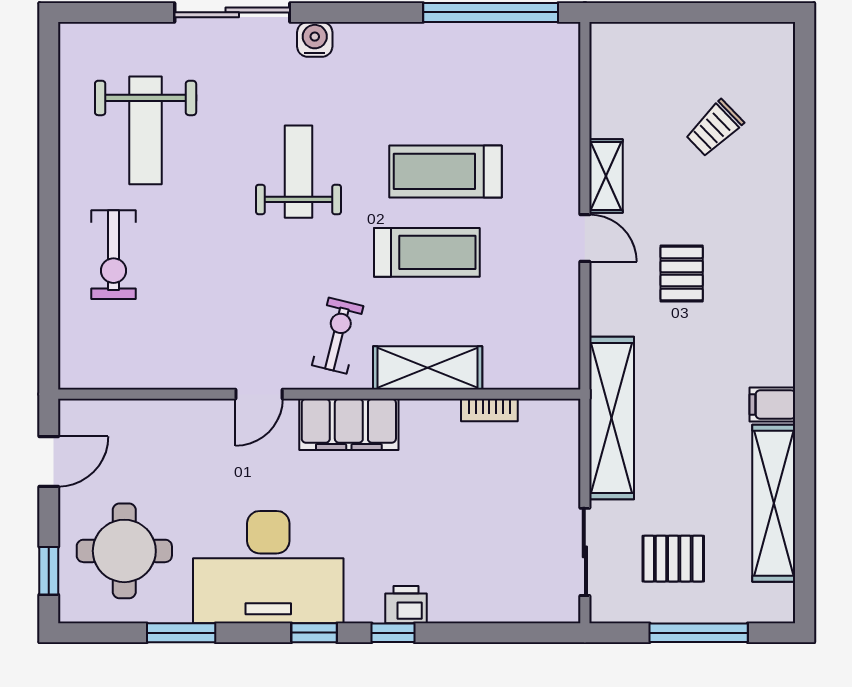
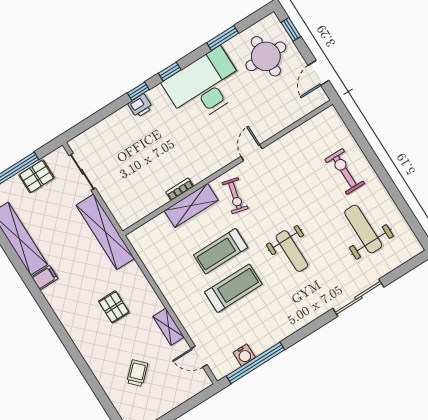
water cooler: (315, 39) -> (244, 355), moved
door: (585, 238) -> (199, 357), moved
bookcase: (489, 410) -> (180, 189), moved
filing cabinet: (349, 424) -> (208, 163), removed
pallet: (673, 559) -> (37, 176), moved

